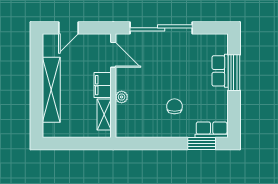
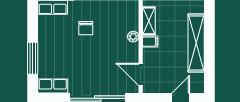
row of seats: (220, 71) -> (53, 86), moved, turned -90
filing cabinet: (103, 85) -> (150, 42), width x0.50

